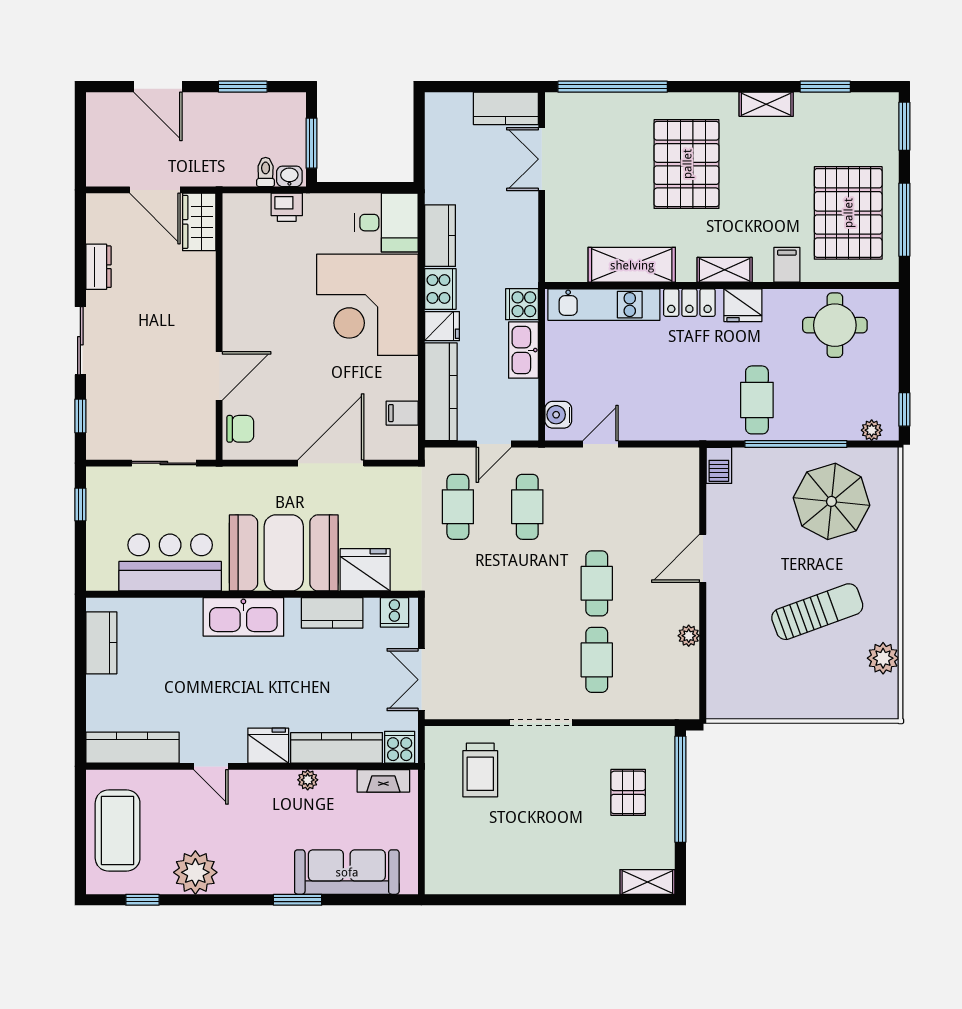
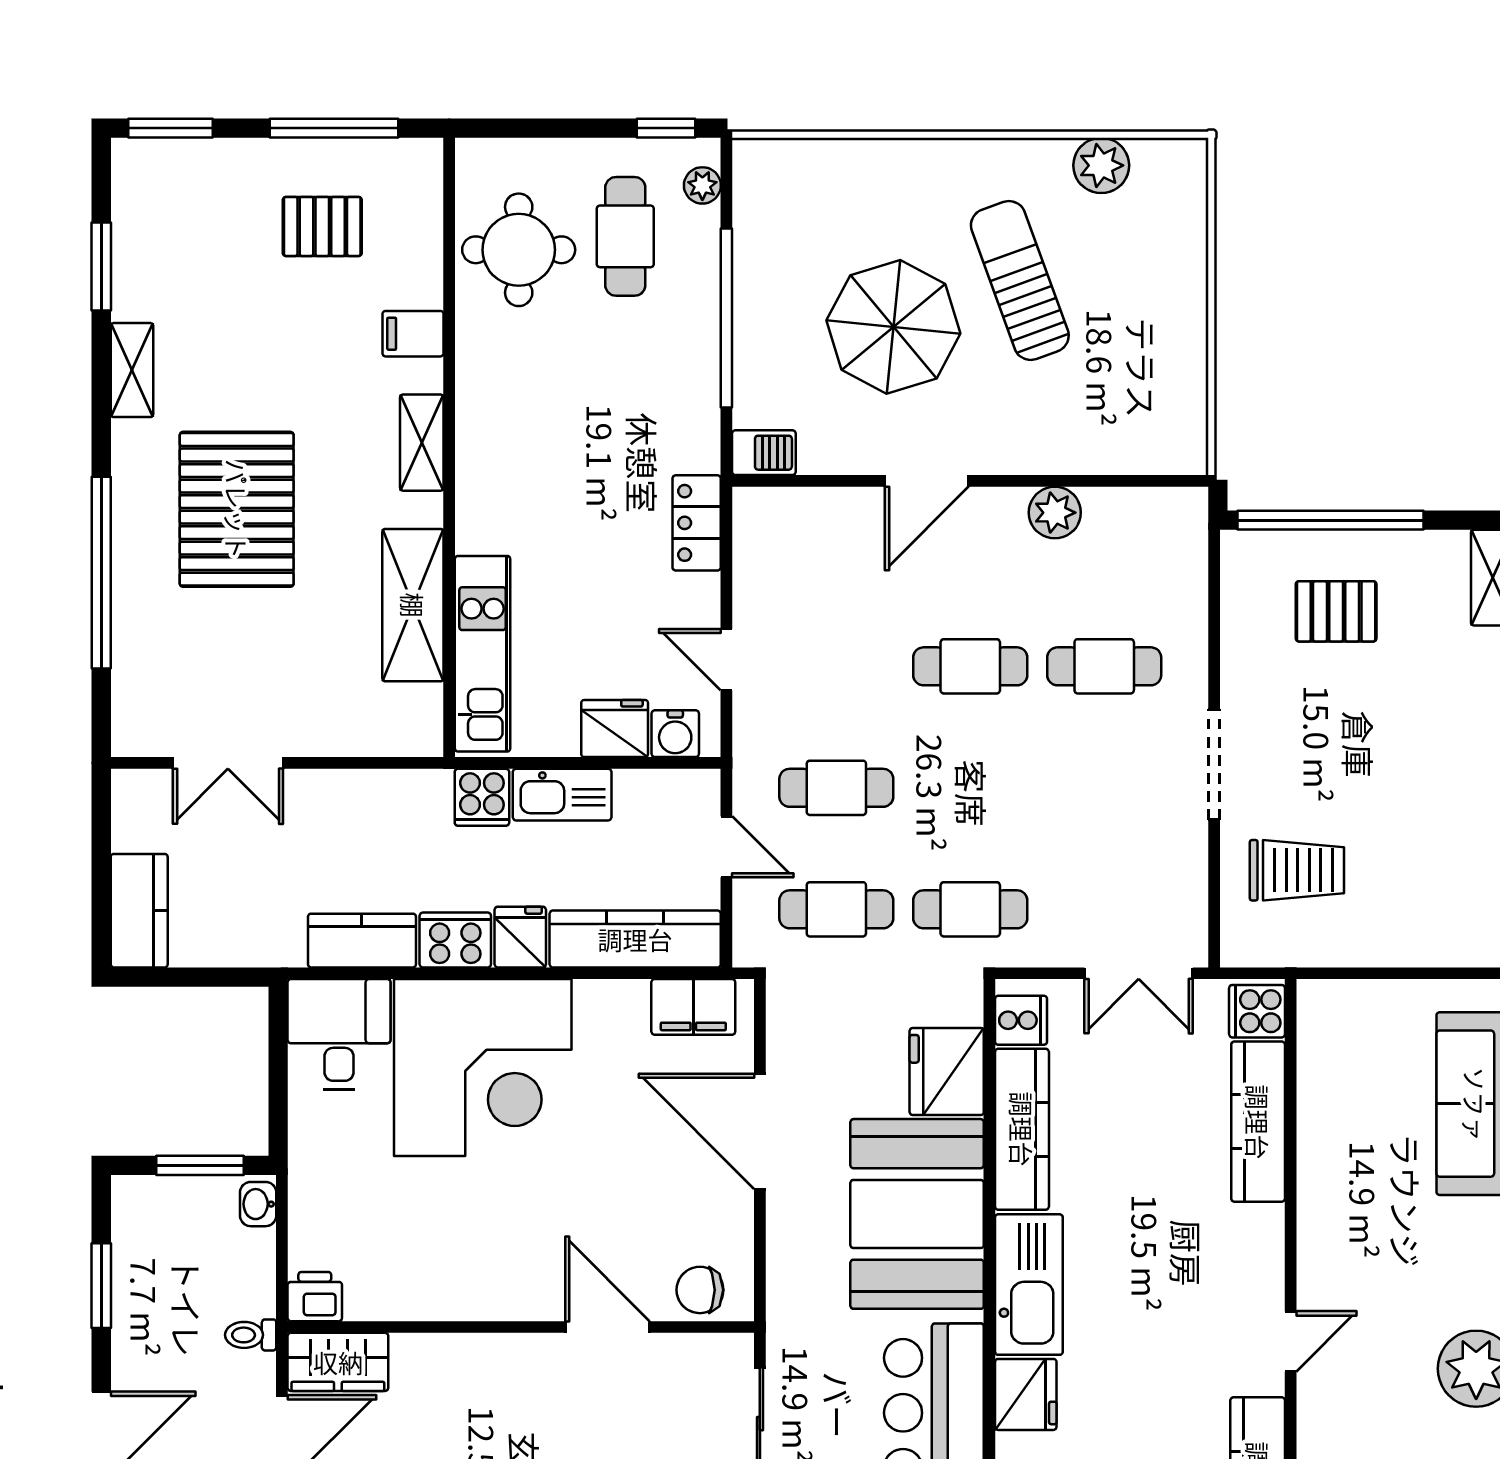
window: (613, 87) -> (101, 573), moved
kitchen counter: (506, 108) -> (139, 911), moved
pallet: (687, 164) -> (237, 509), turned 90
toilet: (266, 172) -> (251, 1335), moved
printer: (287, 207) -> (315, 1297), moved, turned -90
pallet: (848, 213) -> (322, 226), width x0.49, depth x0.50
locker: (689, 303) -> (697, 523), moved, turned 180
fridge: (743, 305) -> (615, 729), moved, turned -90
cafe table: (757, 400) -> (625, 236), moved, turned 90
filing cabinet: (402, 413) -> (693, 1007), width x2.00
chair: (240, 429) -> (700, 1290), turned -90
parasol: (831, 501) -> (893, 327), moved
door: (703, 558) -> (927, 481), hinge flipped
cafe table: (458, 583) -> (970, 909), added
kitchen counter: (332, 613) -> (1022, 1129), width x1.50
plant: (689, 636) -> (1055, 513), width x1.38, depth x1.38
fridge: (268, 746) -> (1026, 1394), moved, turned 180
plant: (308, 780) -> (1314, 1172), removed
fireplace: (383, 781) -> (1316, 1040), removed

